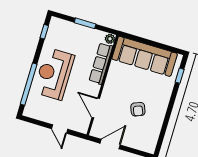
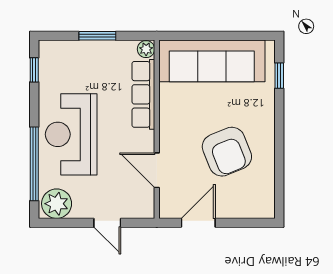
armchair: (138, 109) -> (227, 152), width x1.88, depth x1.88
plant: (34, 110) -> (57, 204), added

